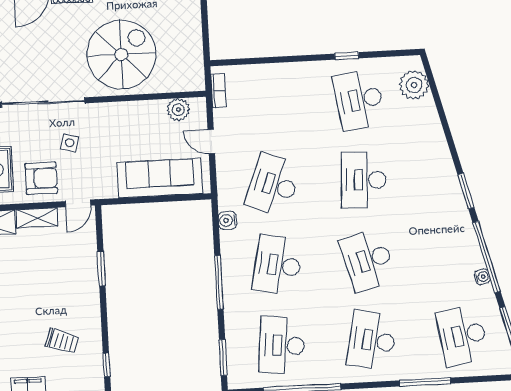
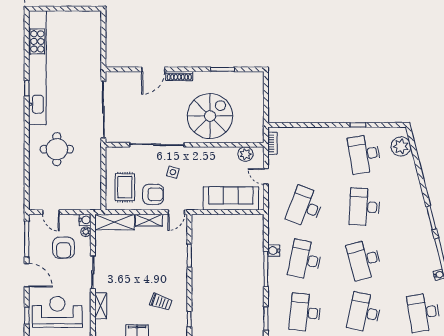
water cooler: (227, 220) -> (274, 251), moved

